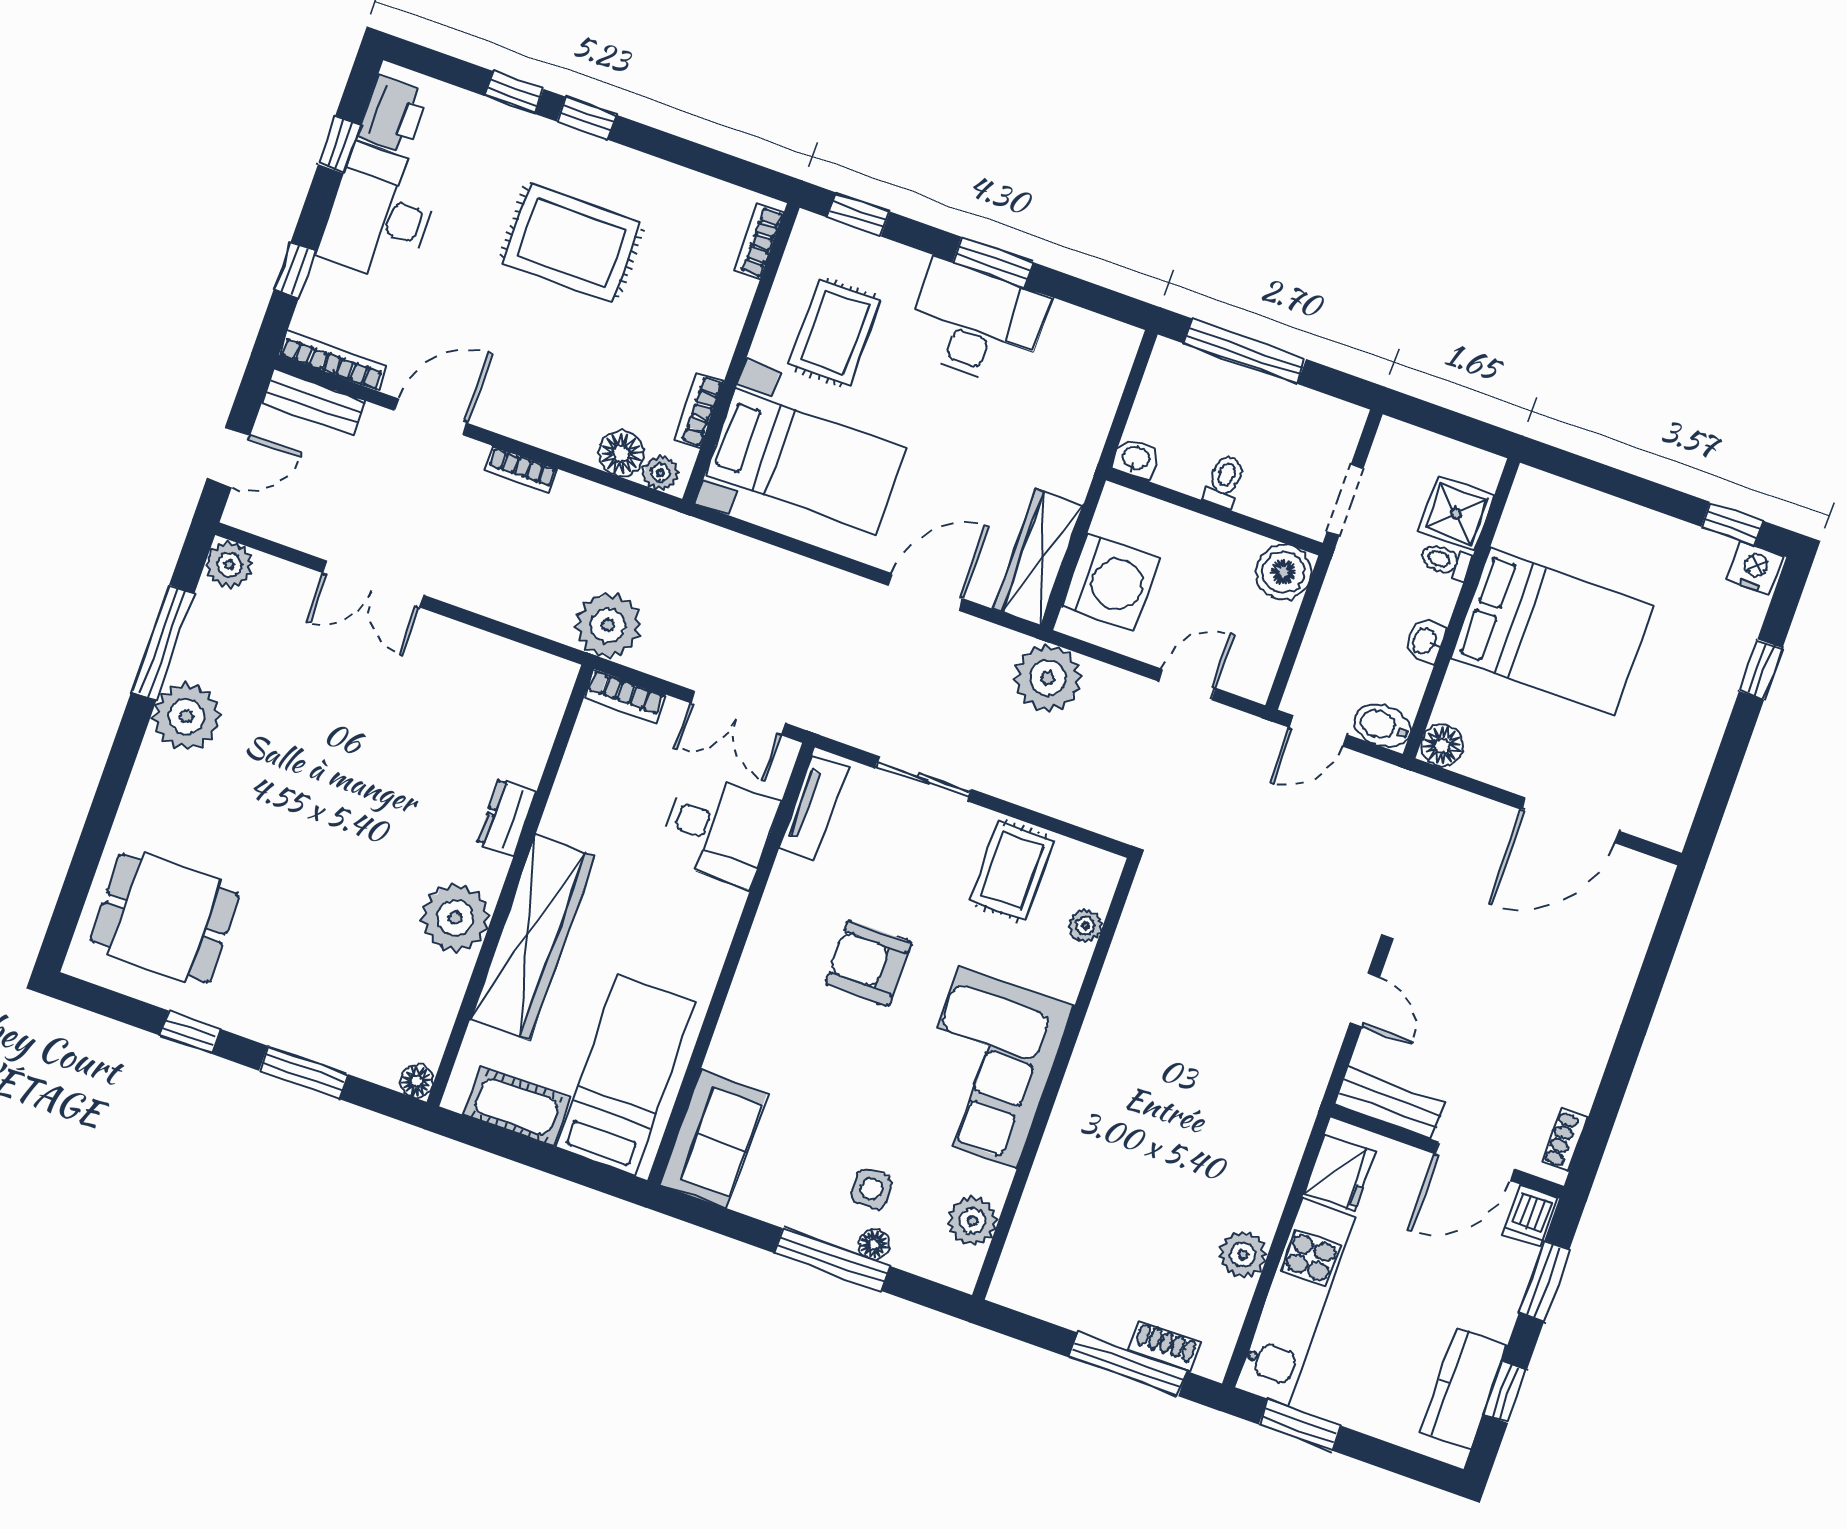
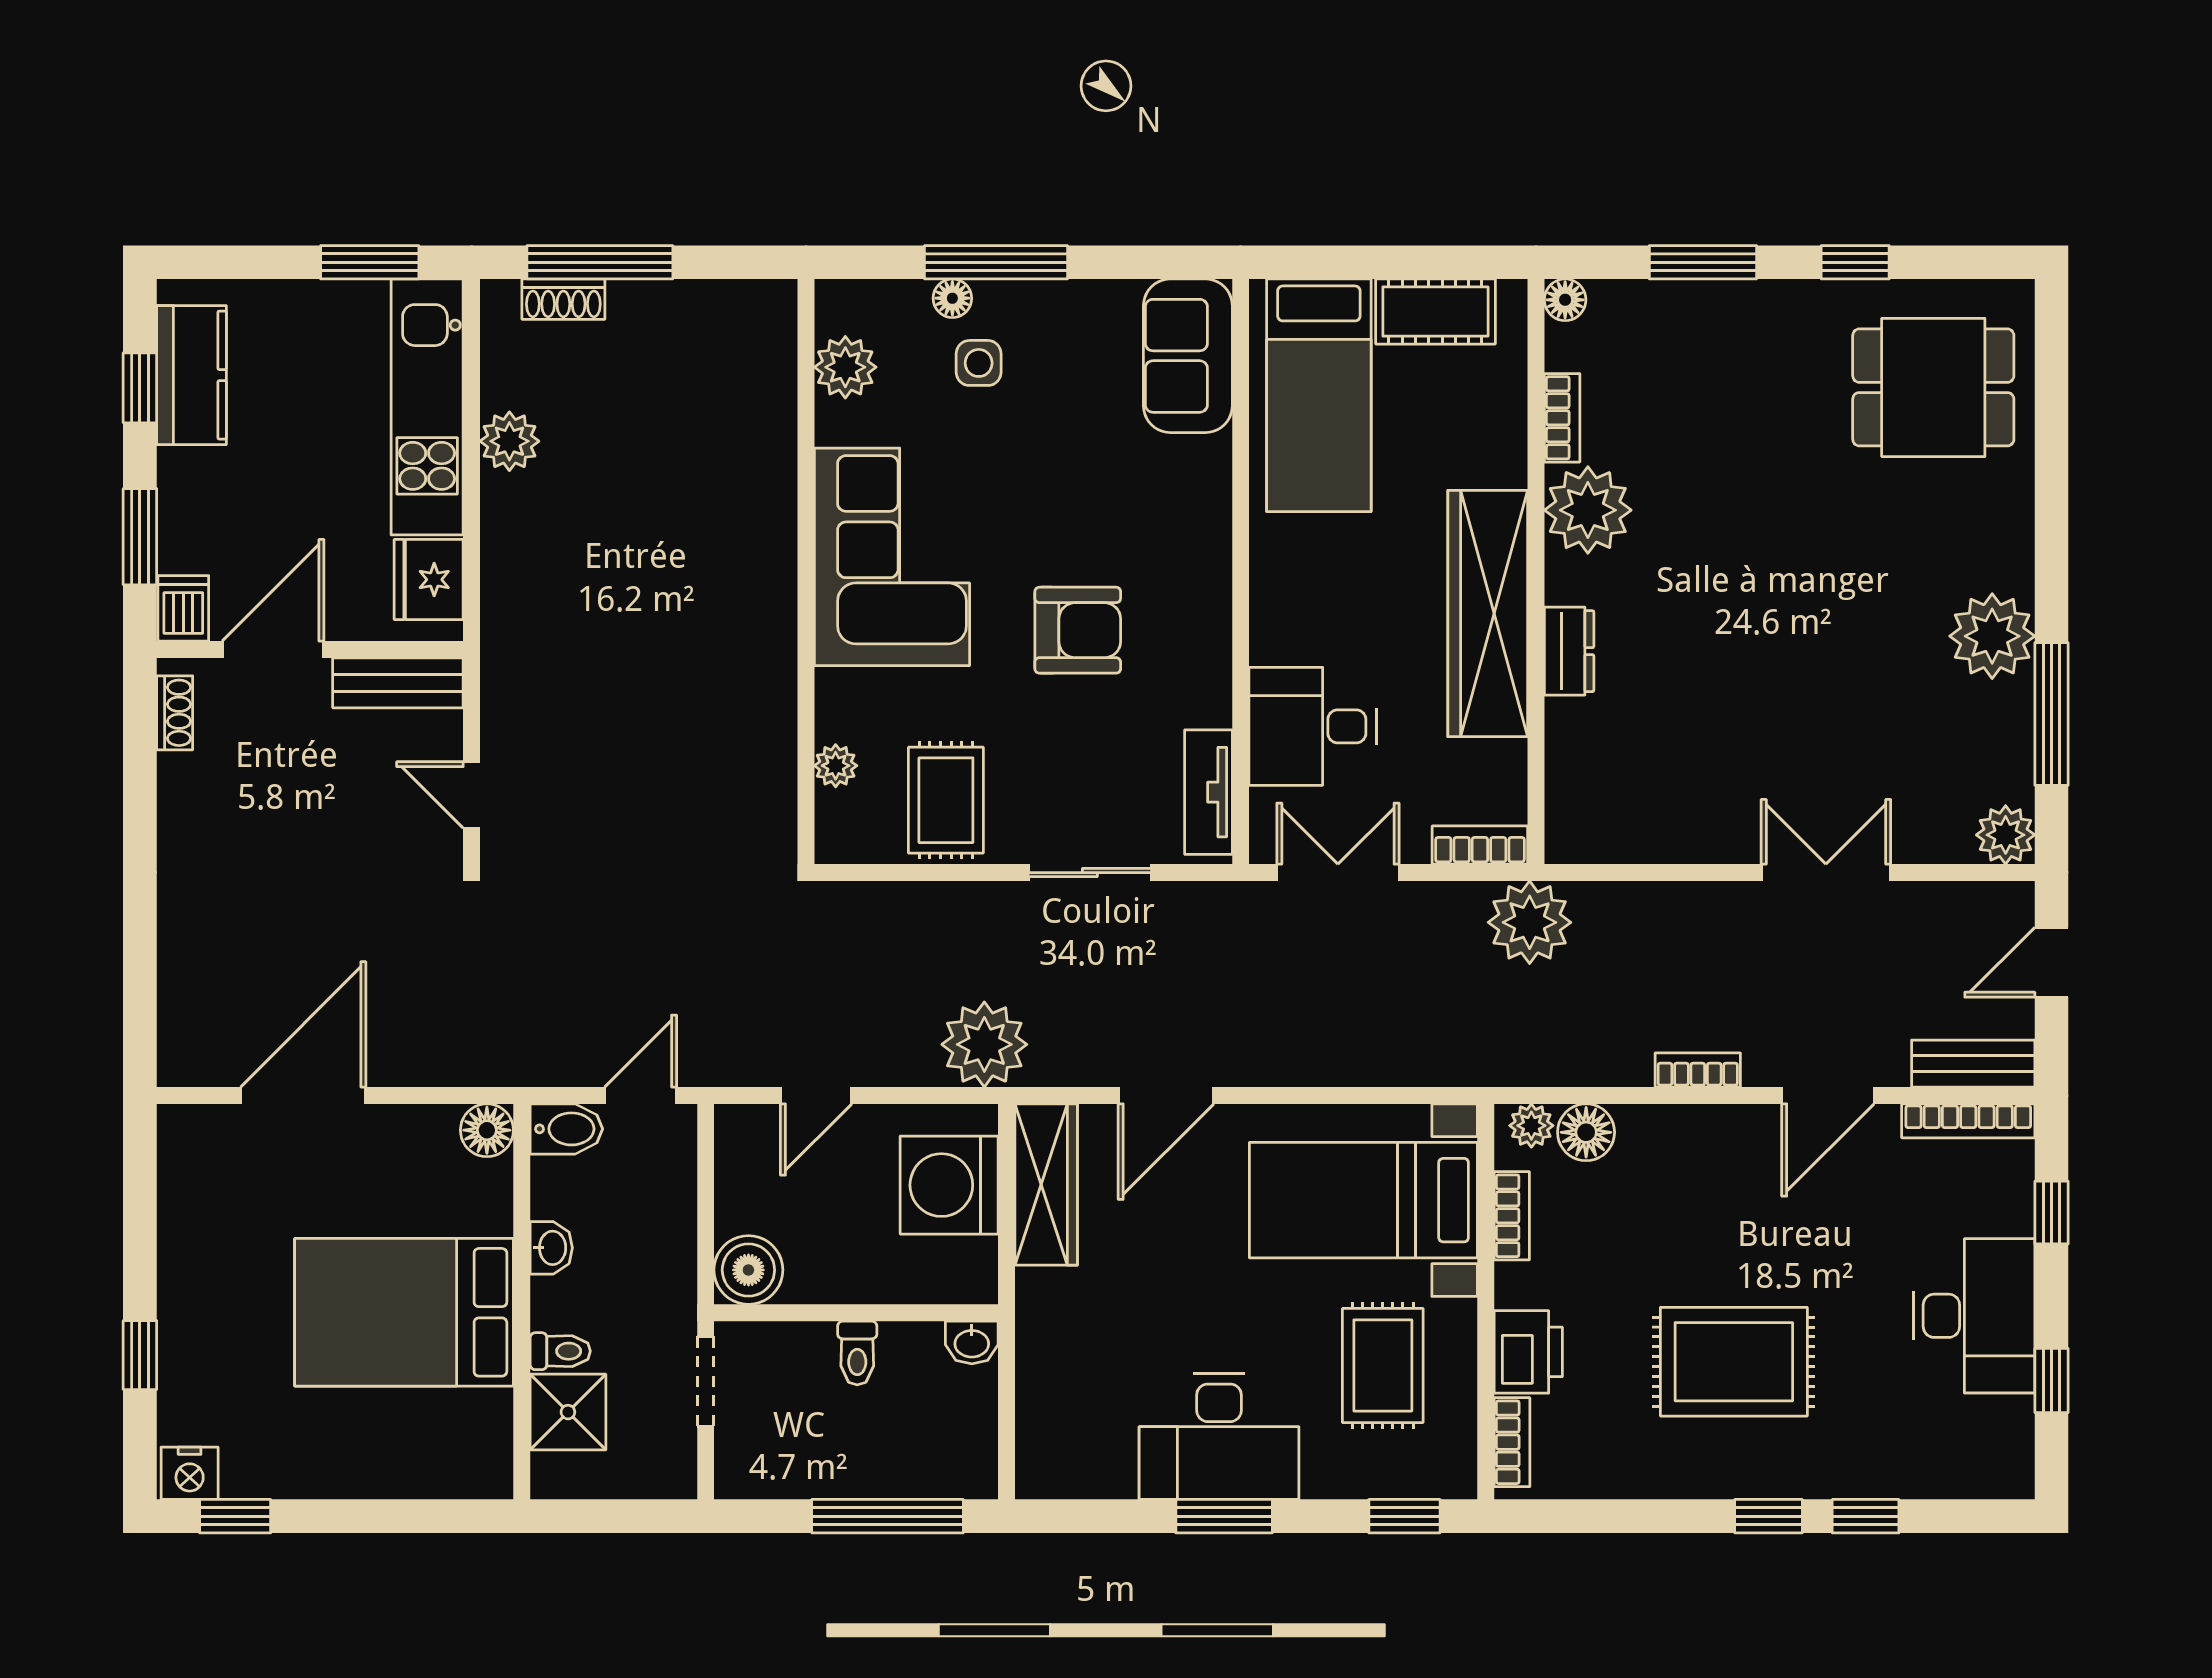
printer: (392, 115) -> (1528, 1352), moved, turned 180
wardrobe: (532, 938) -> (1488, 613), moved
bookcase: (450, 994) -> (1562, 418), added

